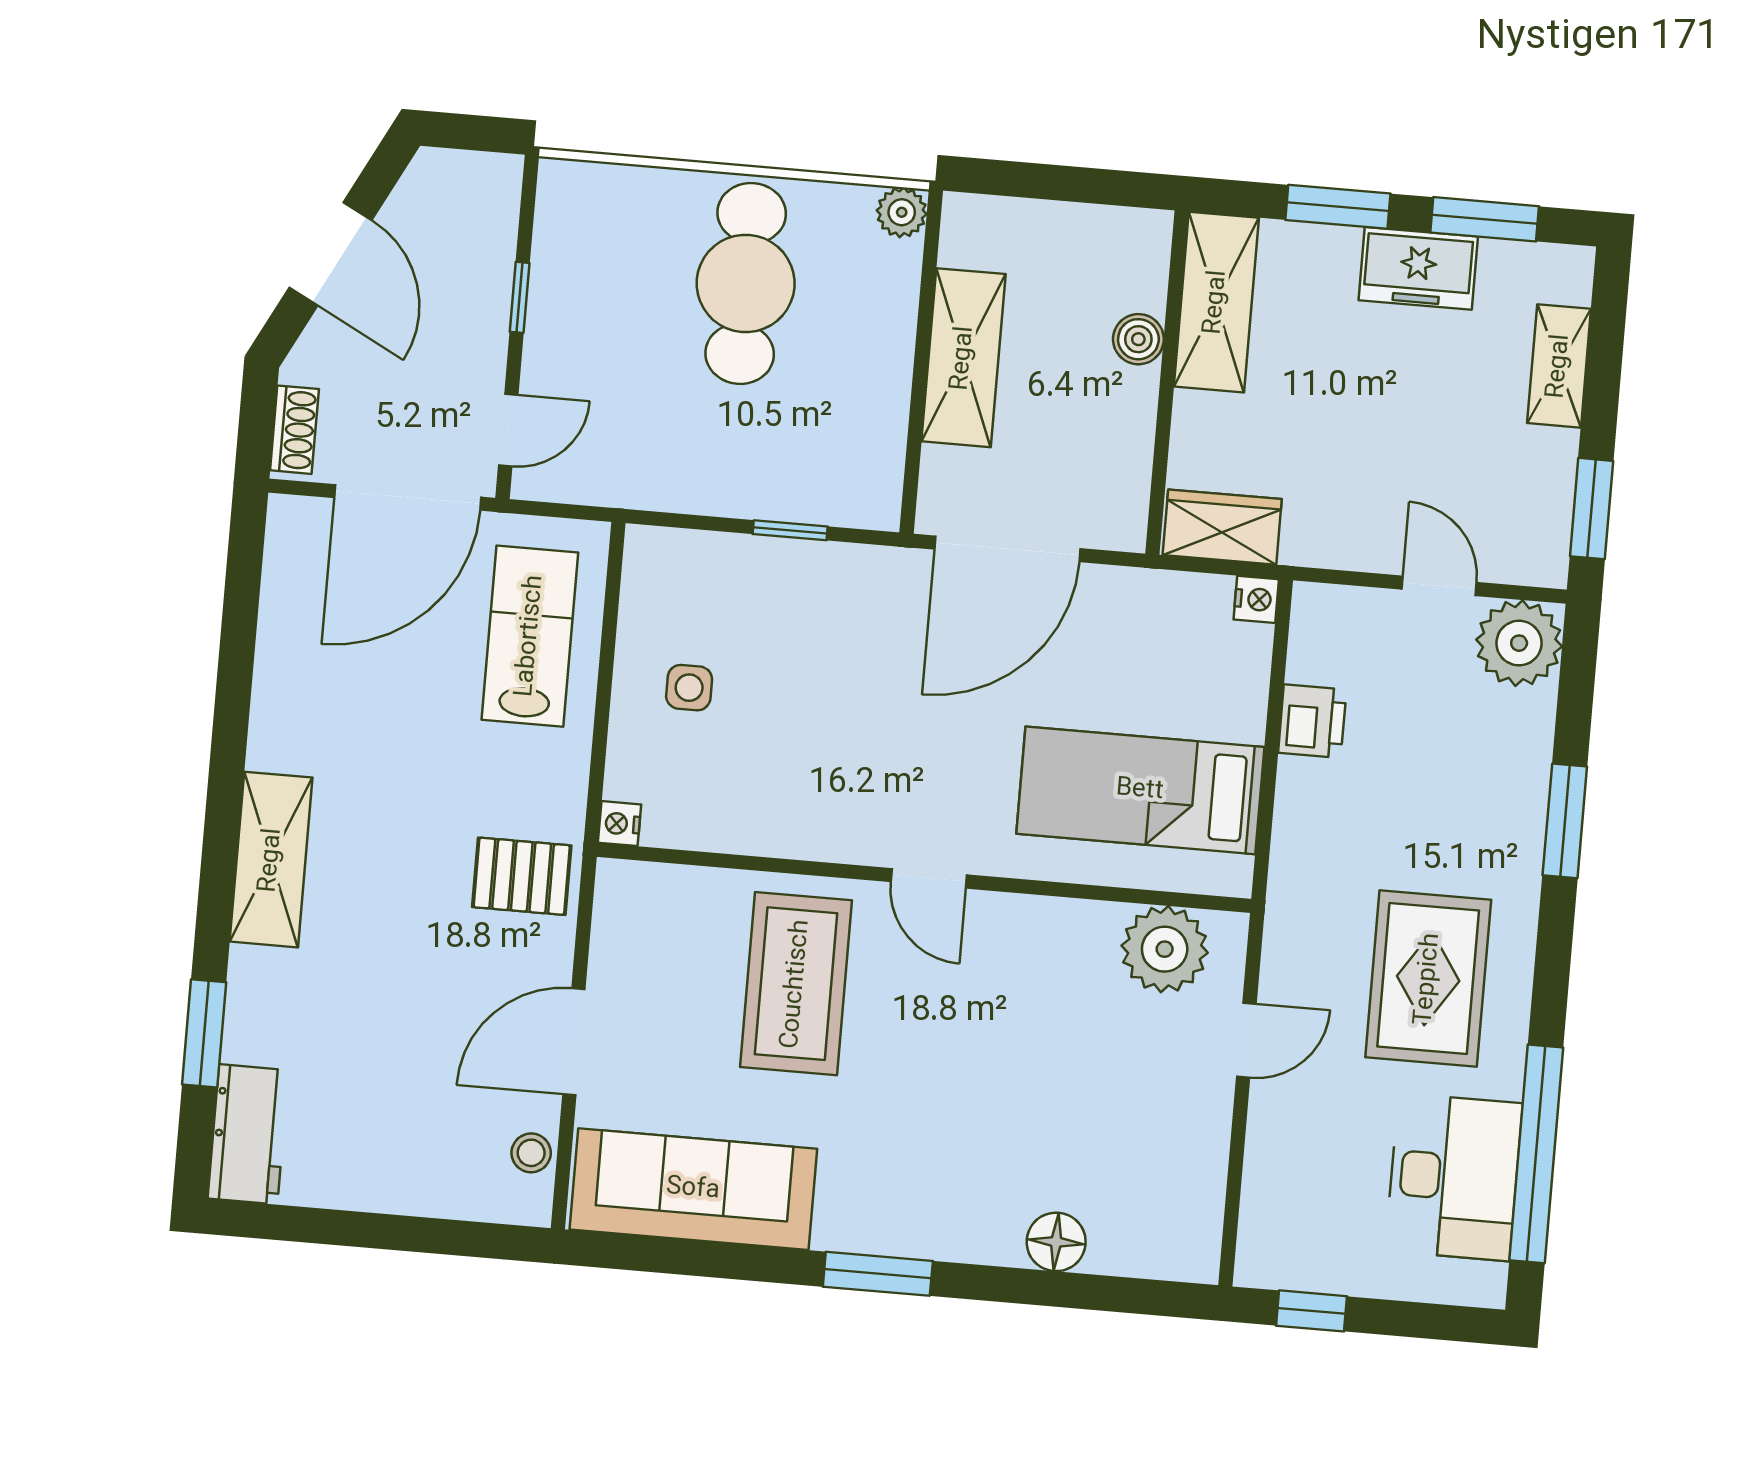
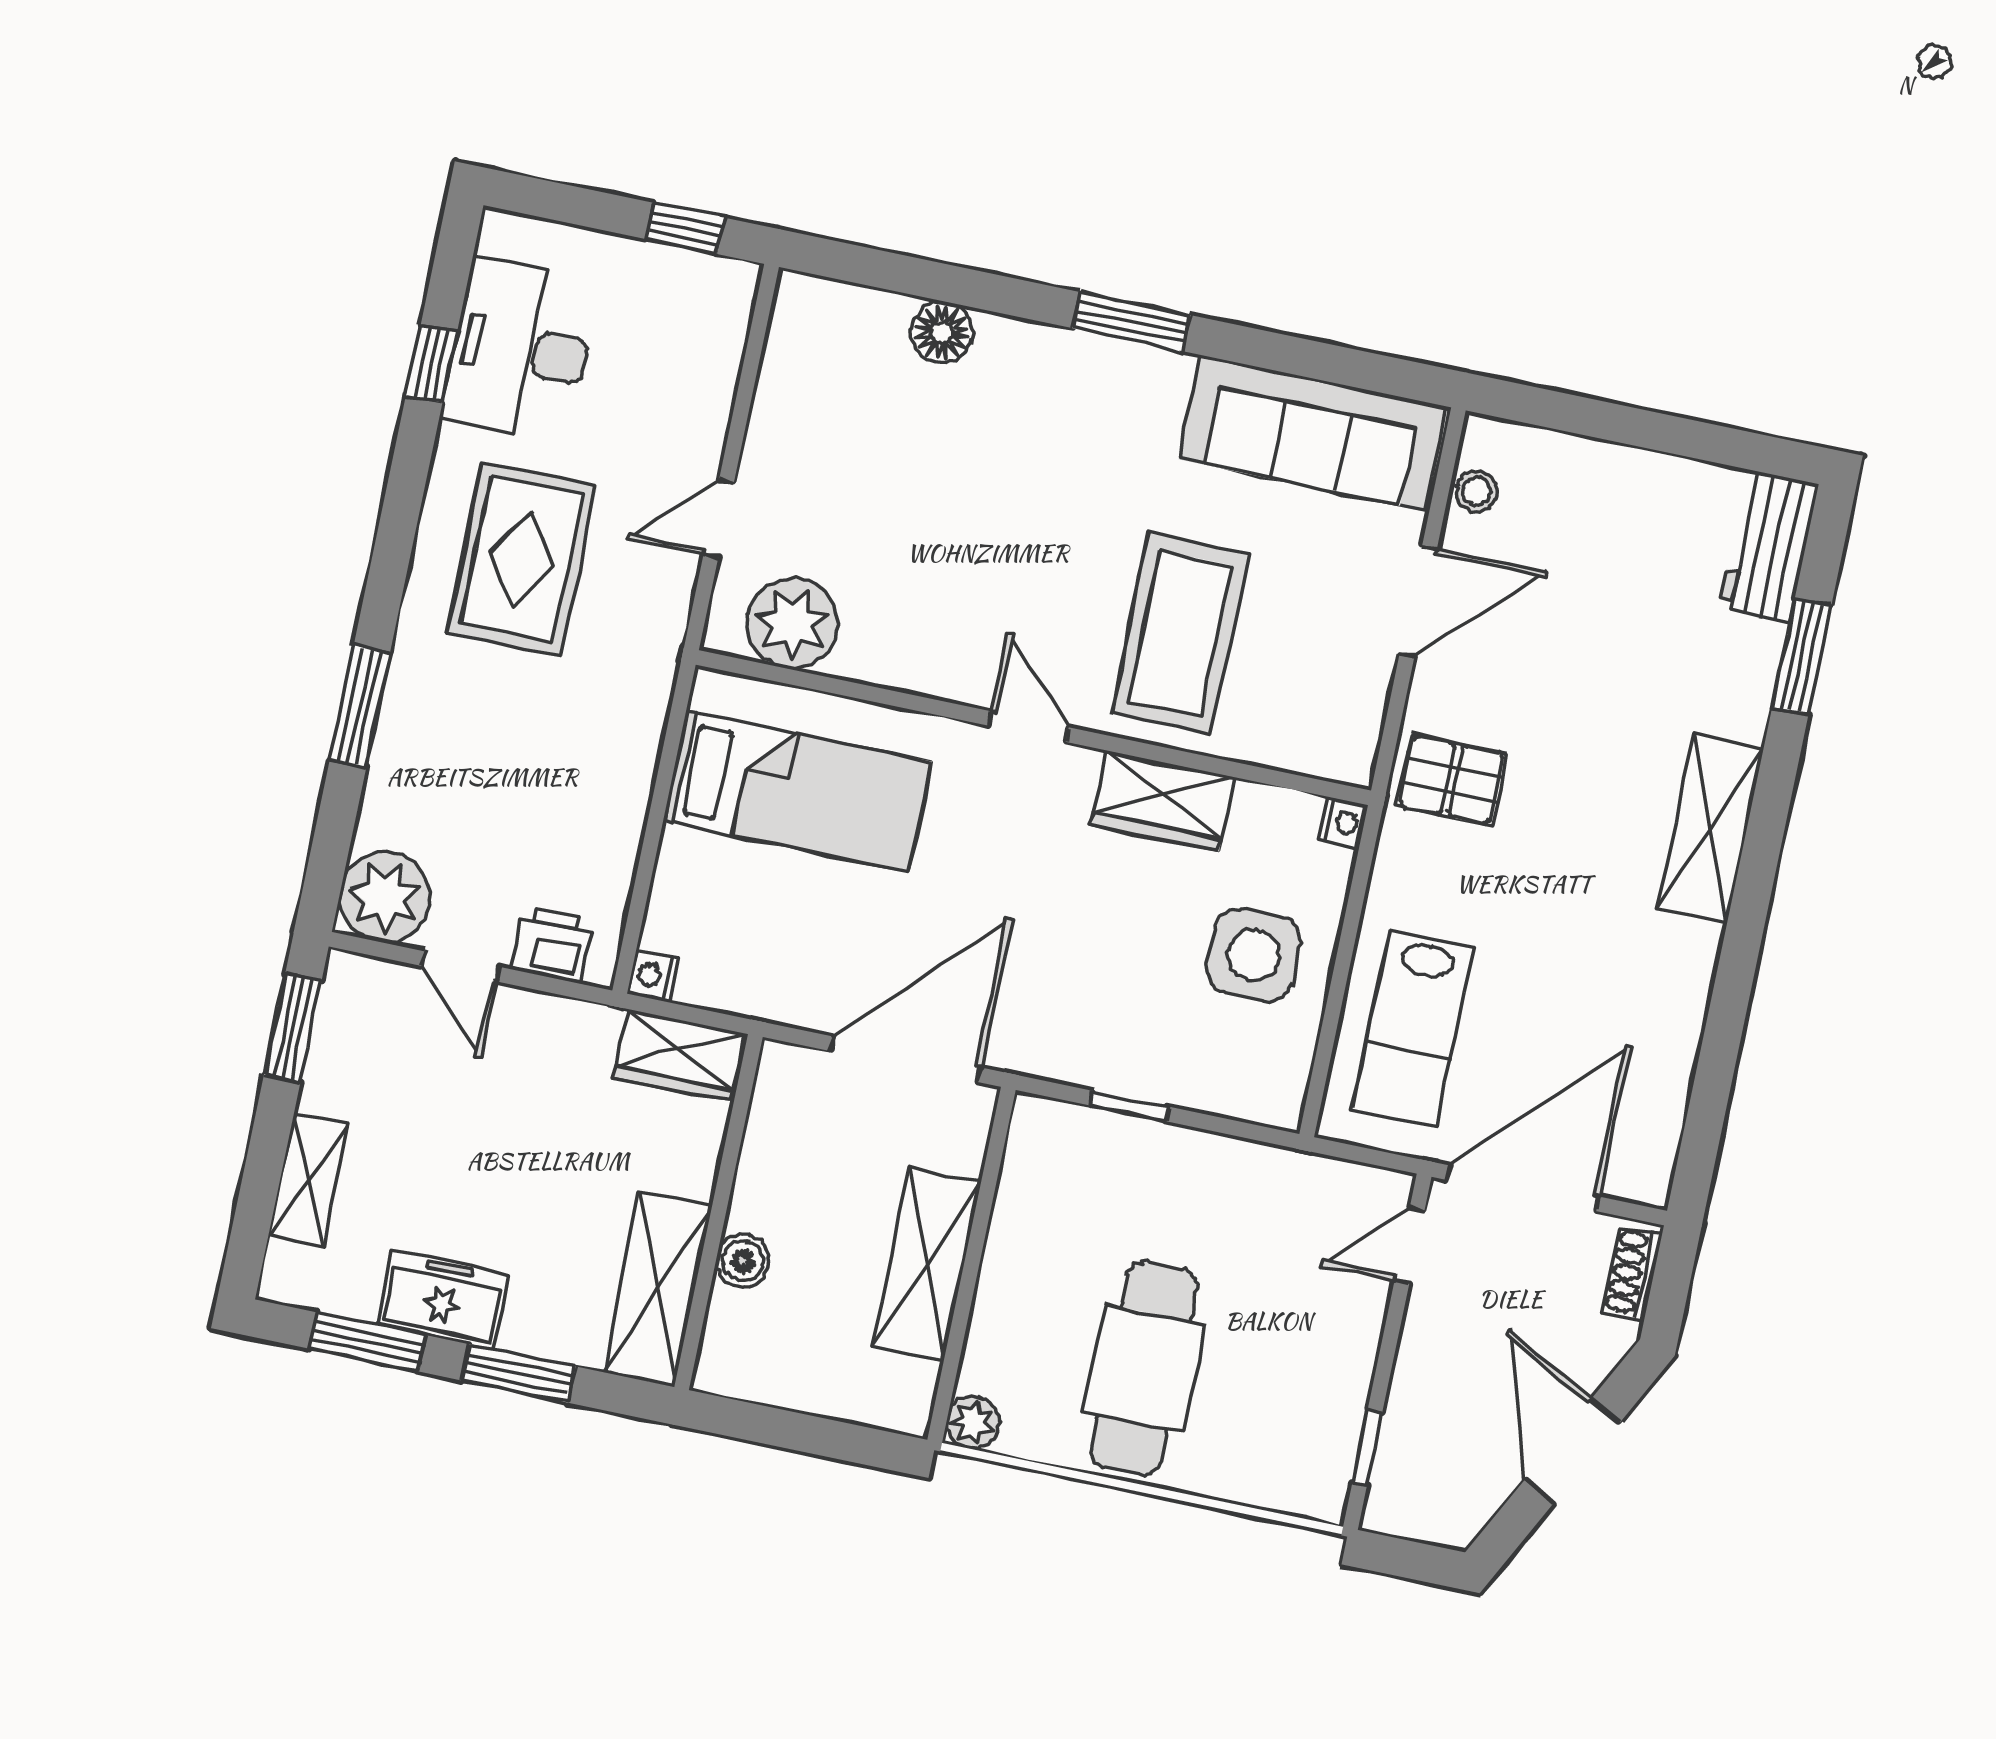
window: (520, 297) -> (1367, 1448), moved
side table: (689, 688) -> (1254, 955), width x1.87, depth x1.87
printer: (1312, 721) -> (551, 944), moved, turned 90
wardrobe: (793, 823) -> (1163, 801), added
window: (1536, 1154) -> (432, 364), width x0.32

